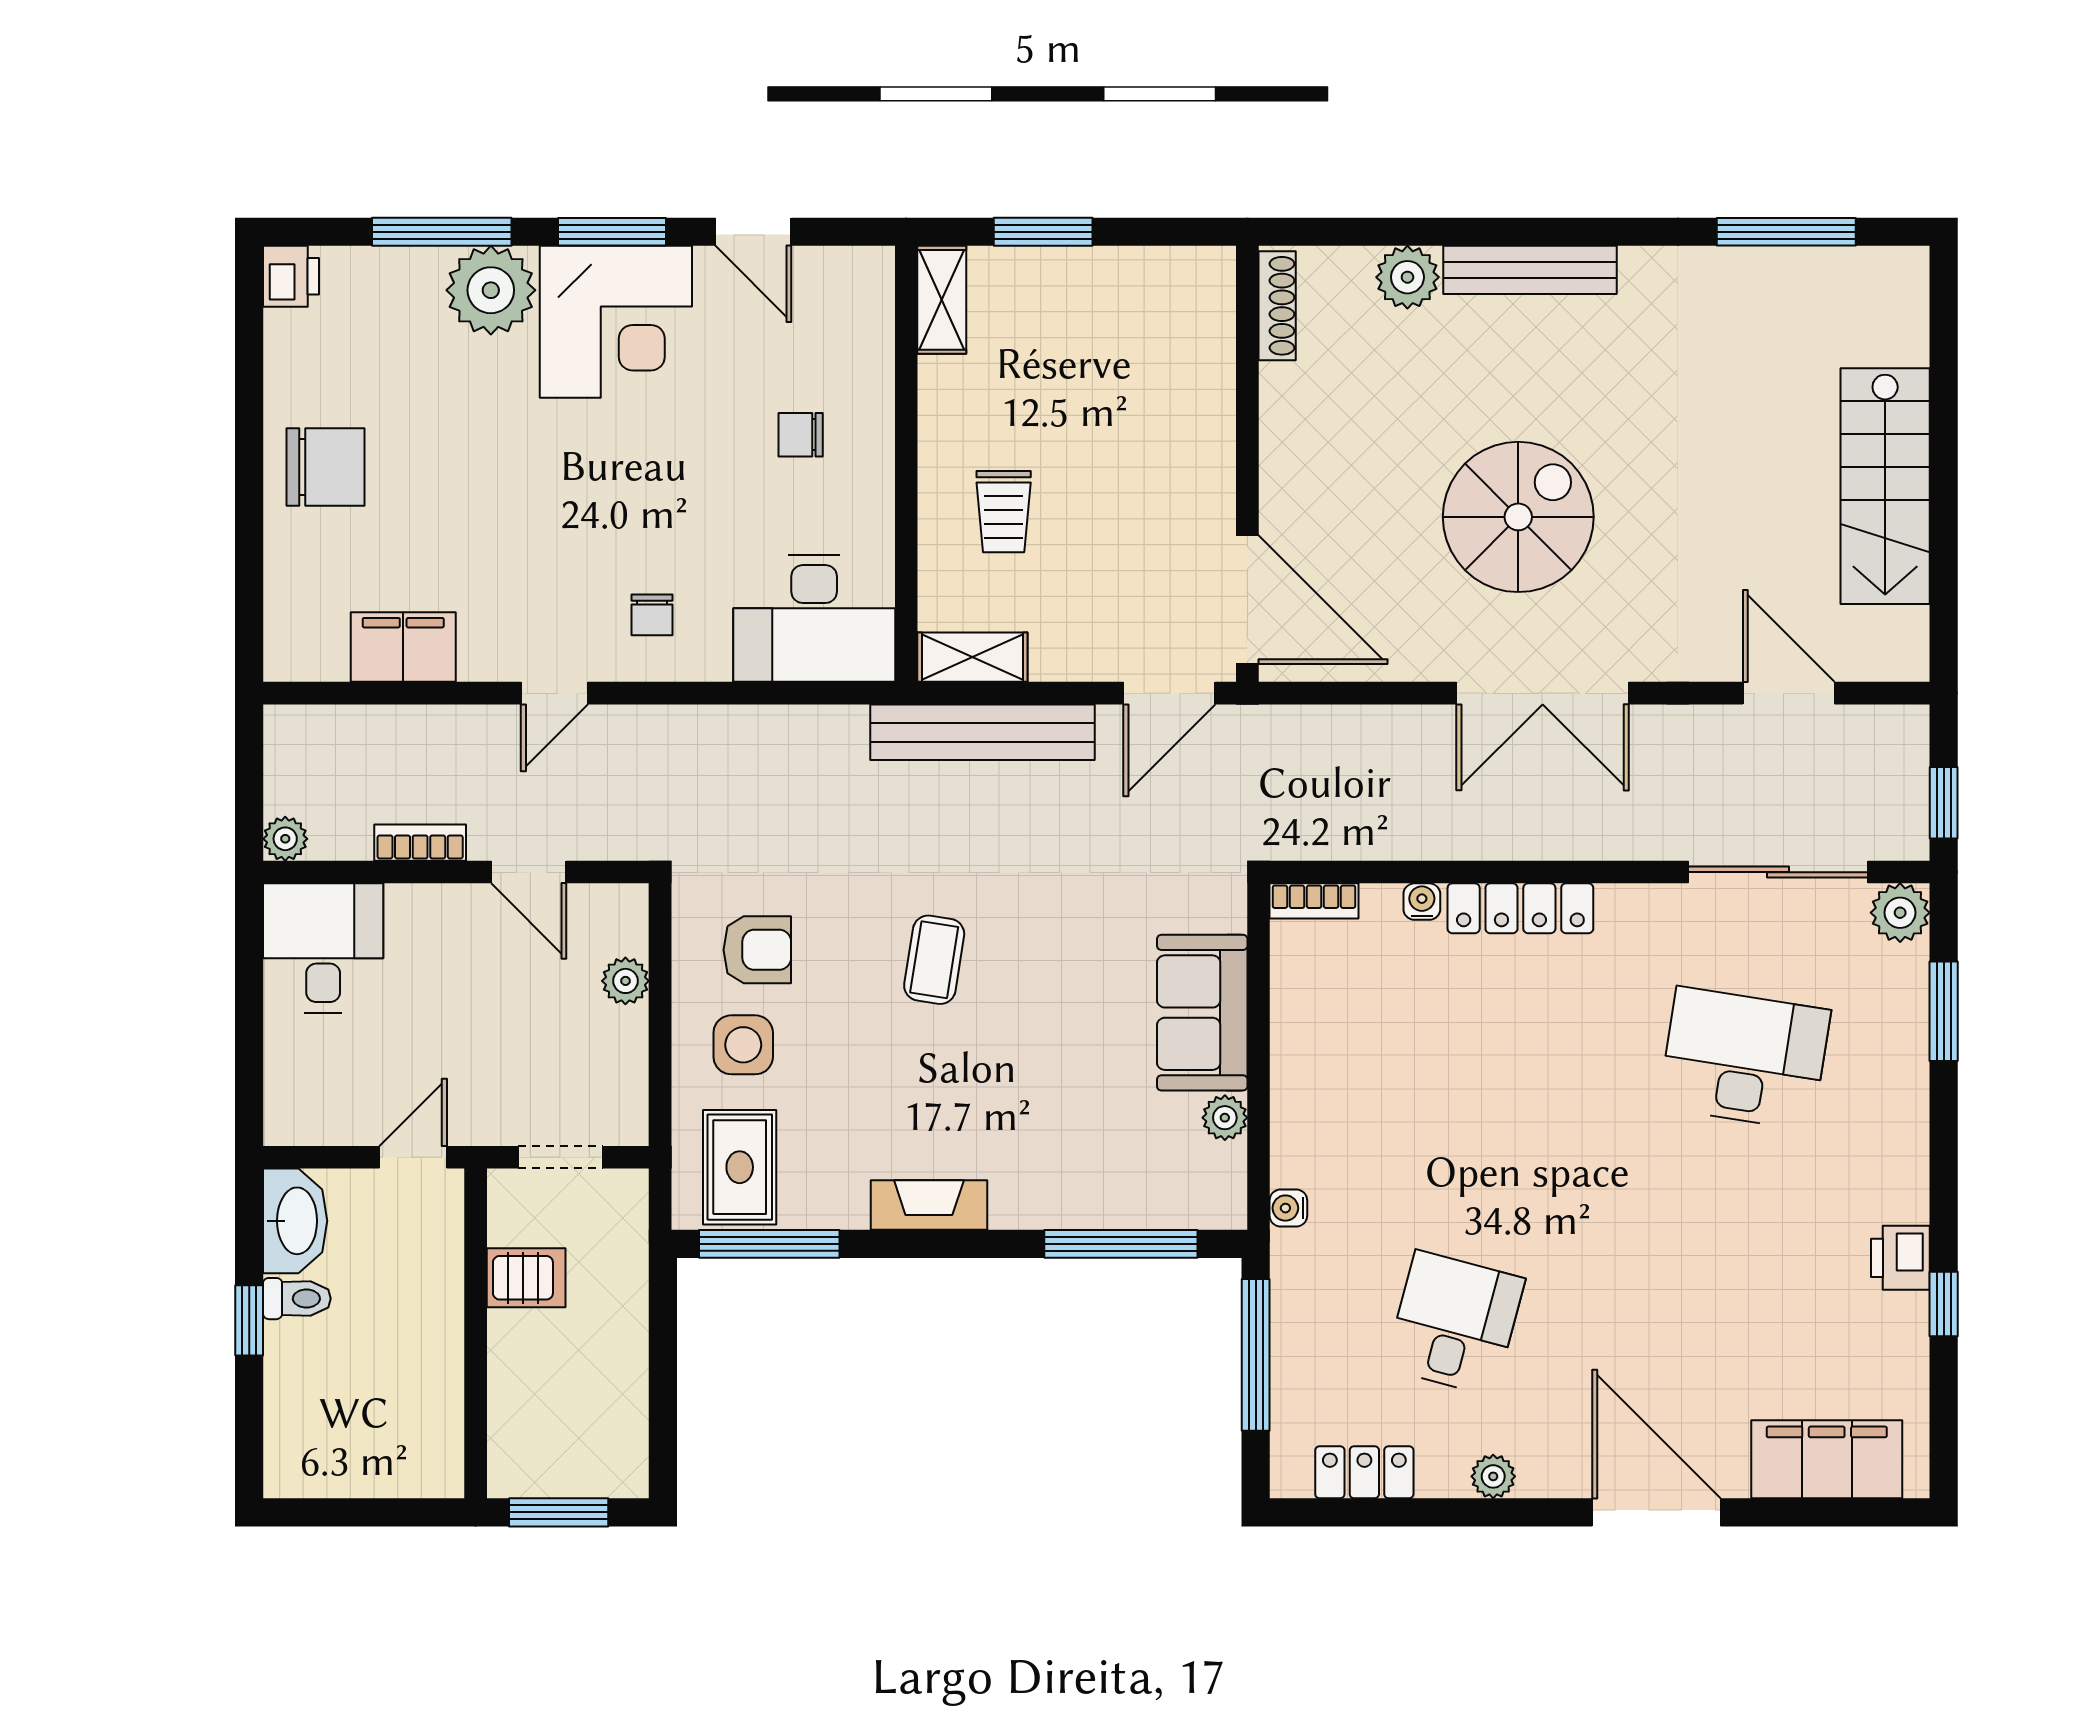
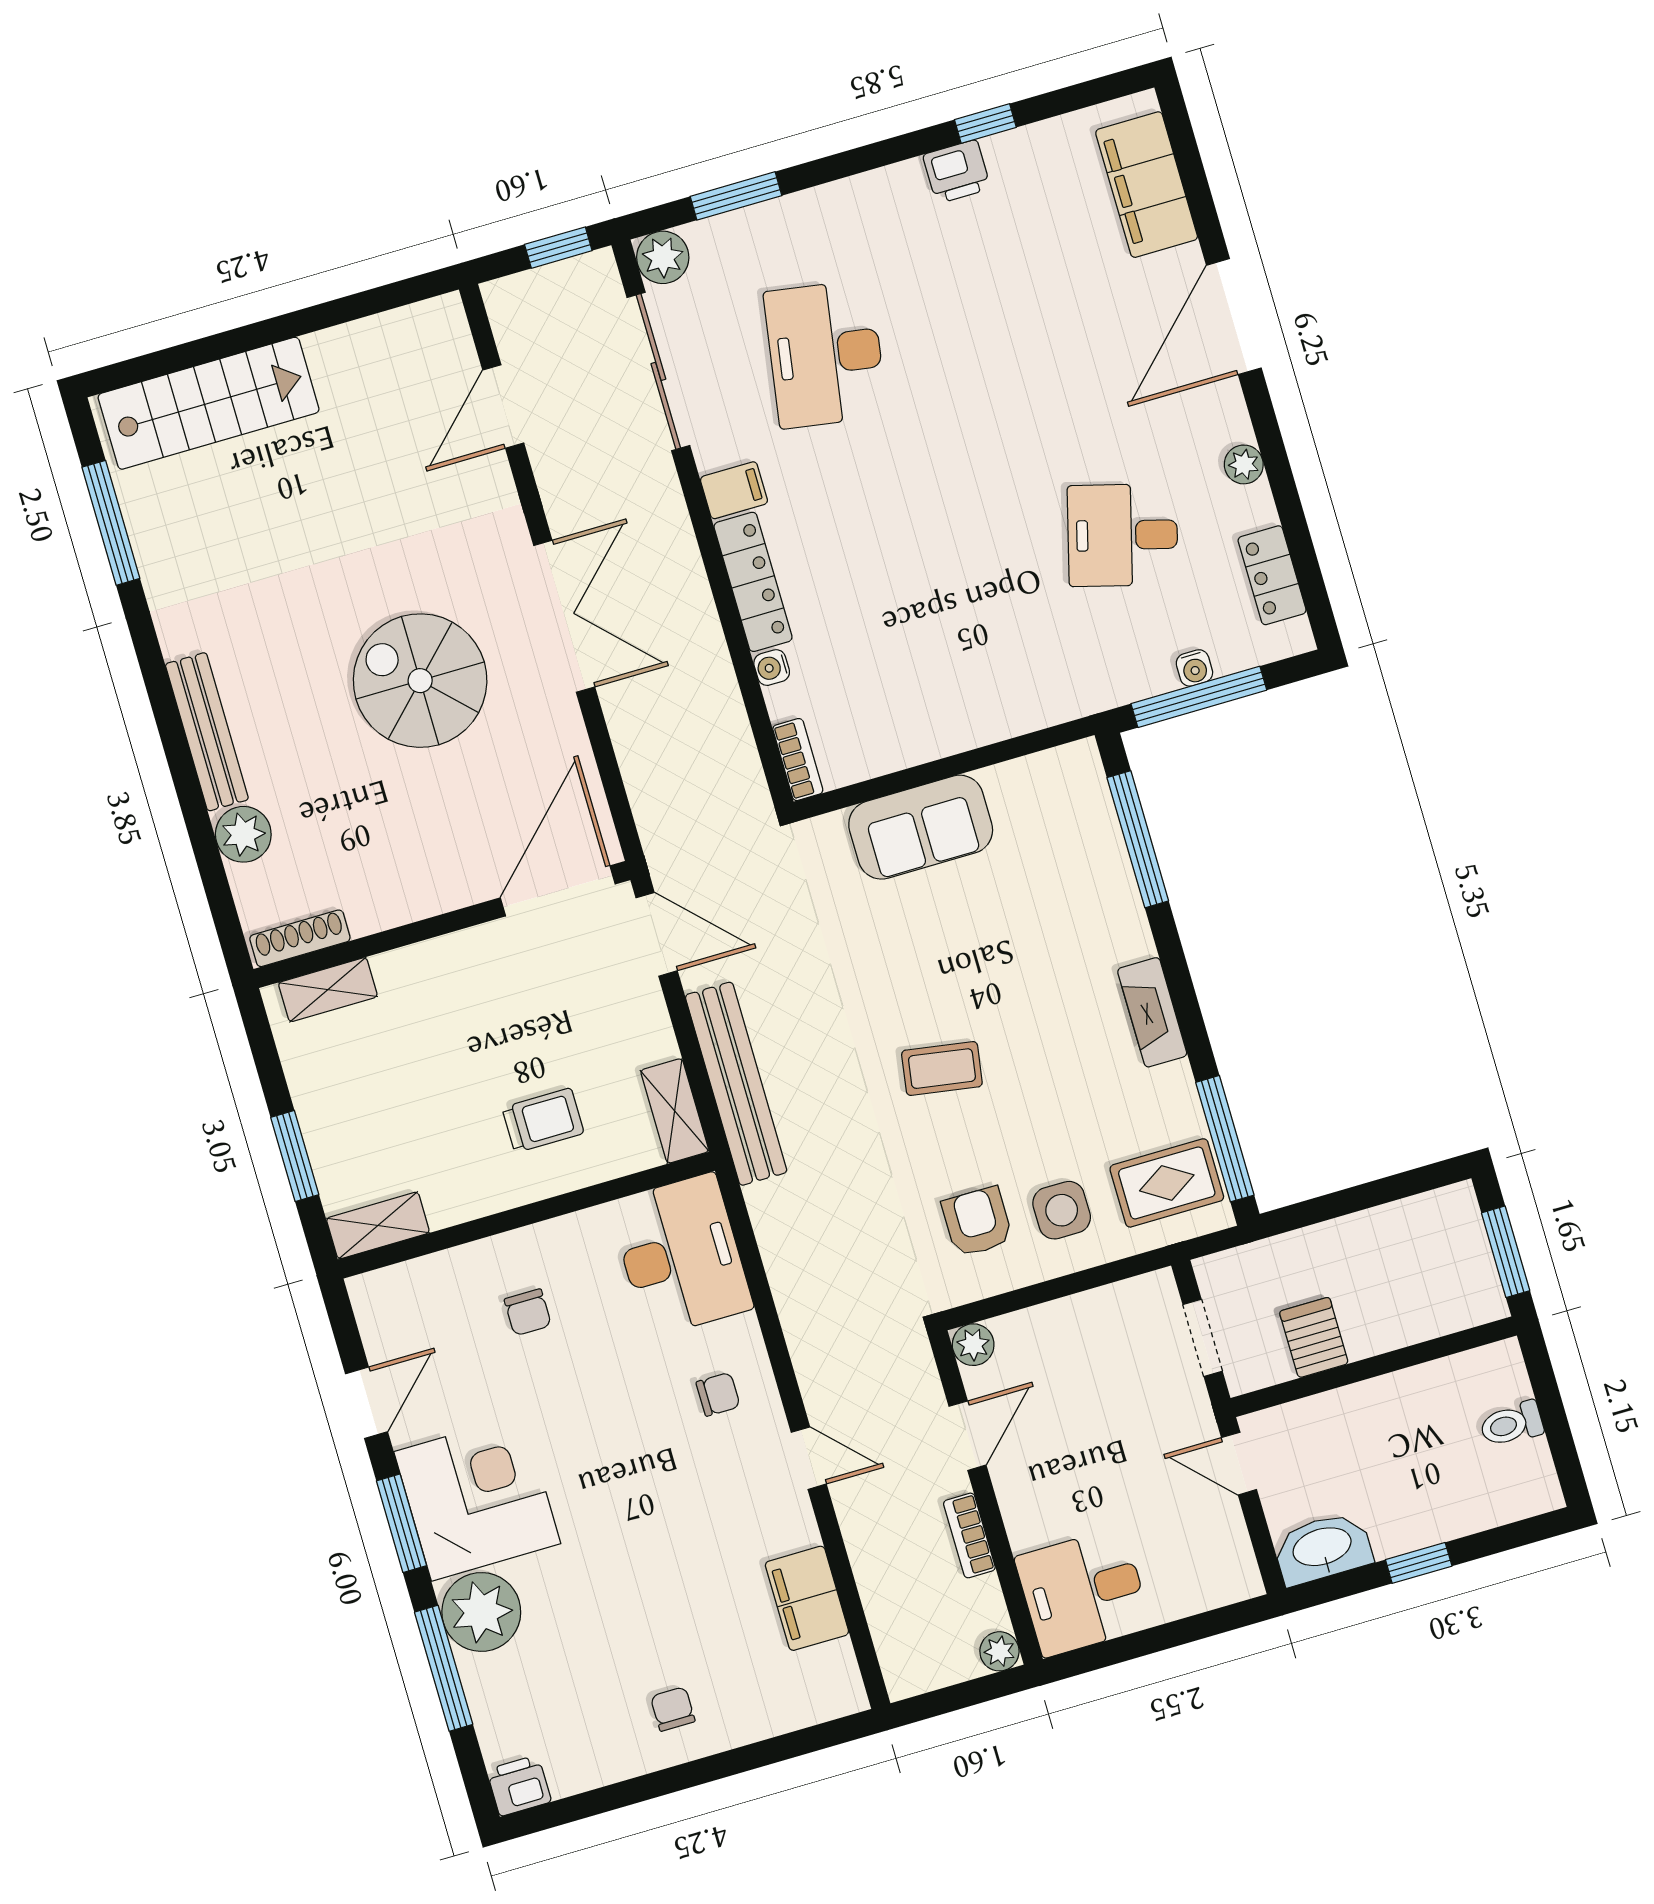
shelving: (1213, 320) -> (328, 990), added
chair: (326, 467) -> (673, 1709), width x0.54, depth x0.54
stairs: (1885, 486) -> (209, 403), moved
filing cabinet: (1626, 917) -> (734, 490), added
plant: (625, 981) -> (973, 1345), moved
plant: (1225, 1118) -> (1005, 782), removed
water cooler: (1288, 1208) -> (1194, 668), moved
toilet: (297, 1299) -> (1512, 1424), moved, turned -90

